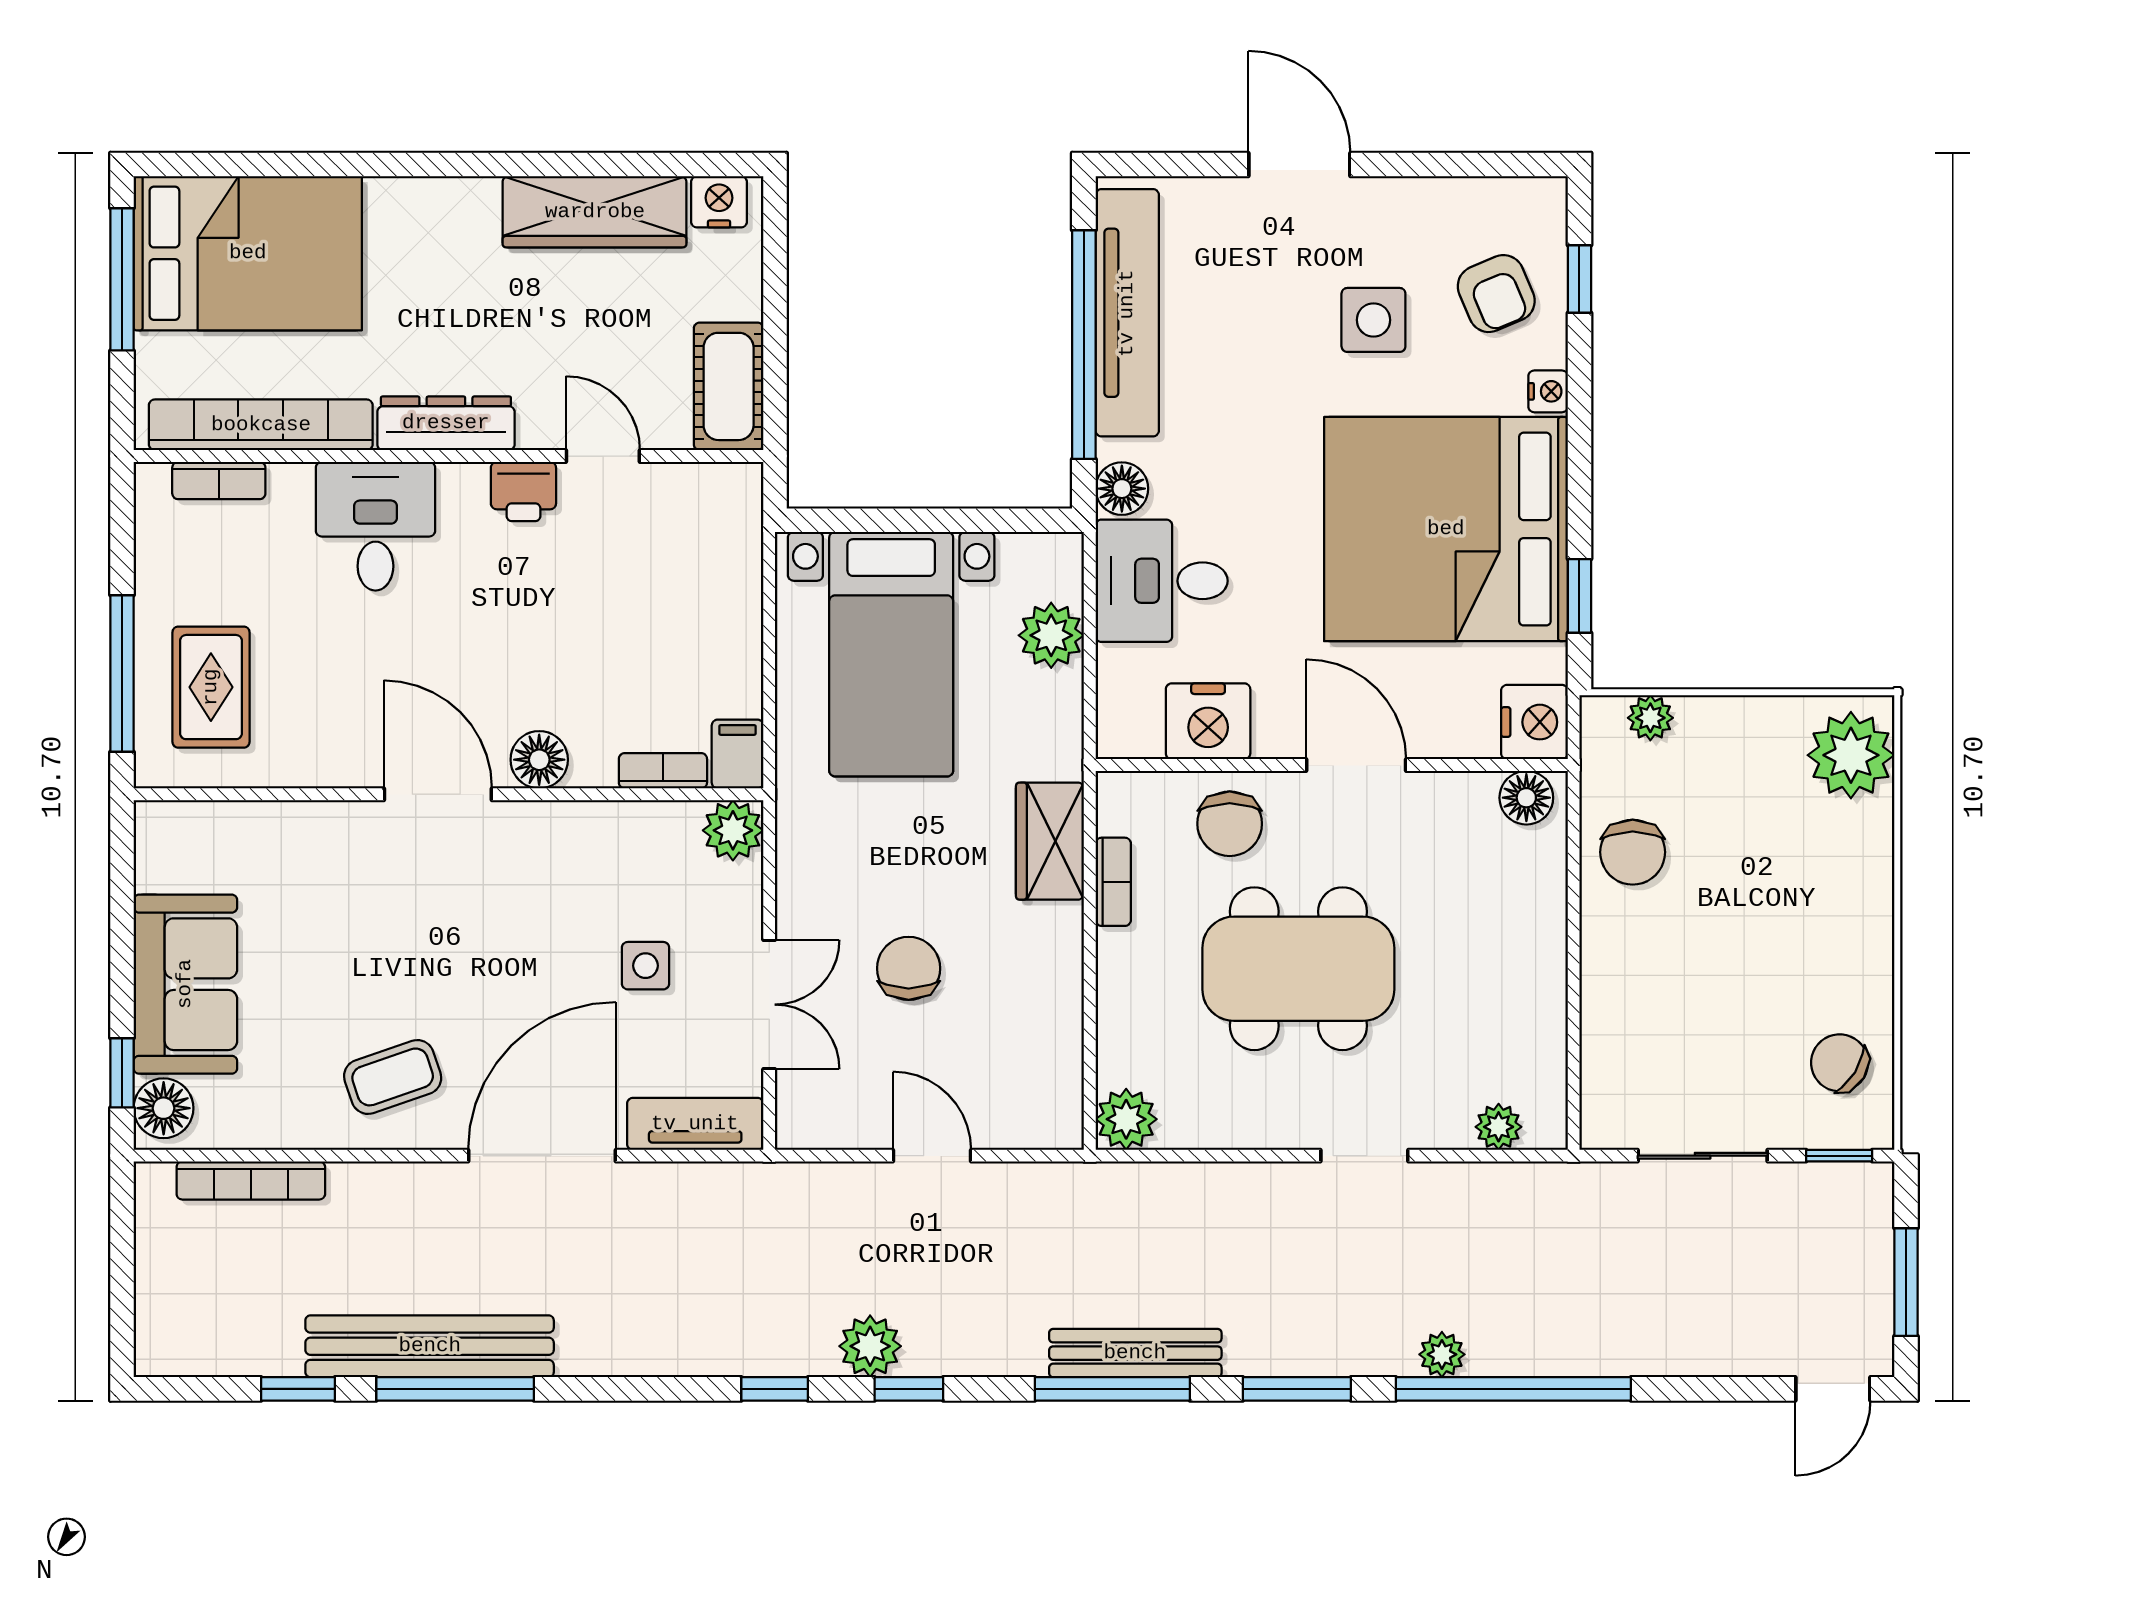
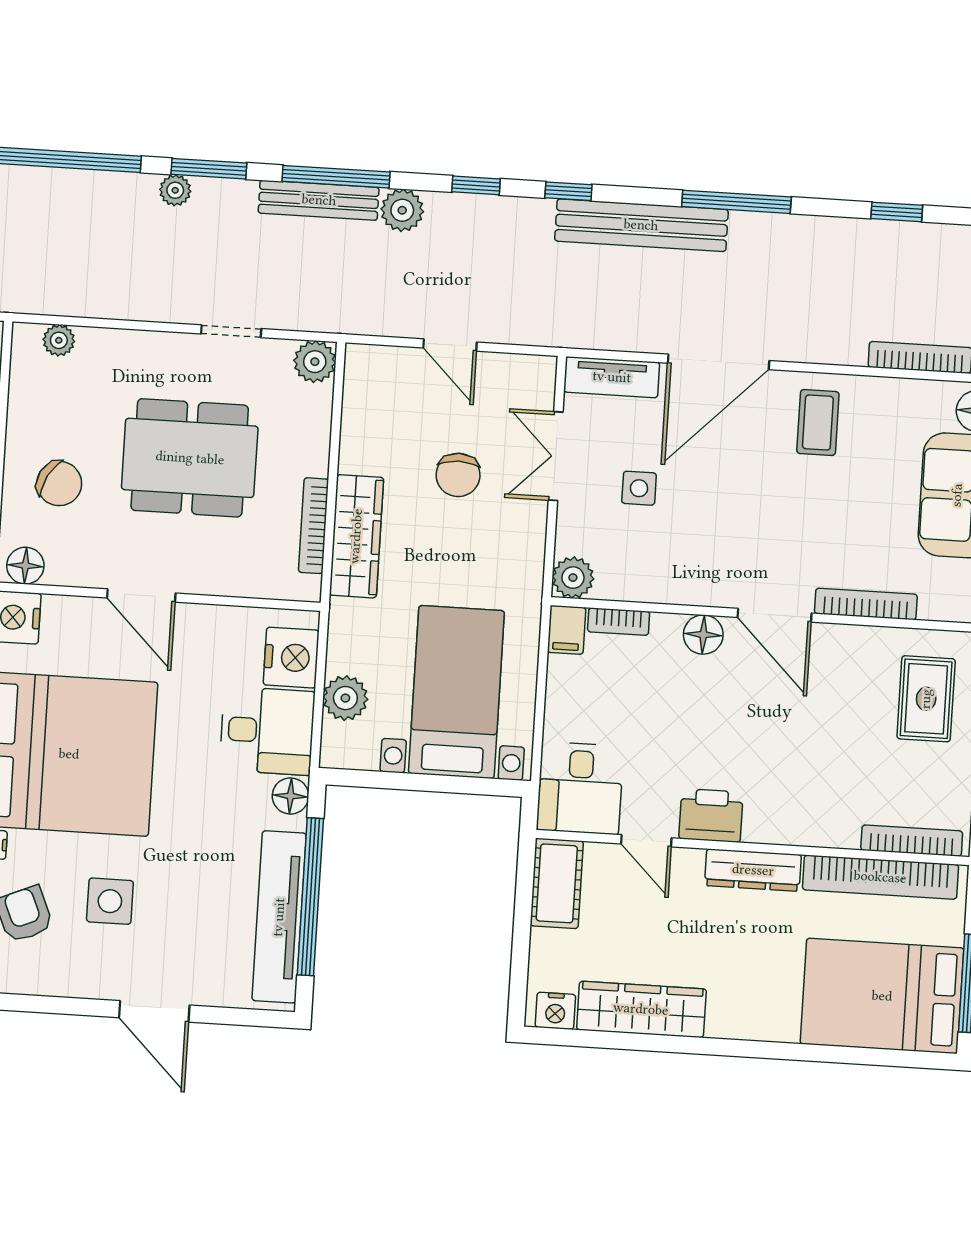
bookcase: (219, 481) -> (912, 841), width x1.56
printer: (523, 492) -> (711, 815), width x1.36, depth x1.24
desk: (375, 526) -> (580, 788), moved
nightstand: (1208, 721) -> (291, 658), moved, turned 90
bookcase: (307, 819) -> (866, 604), added
chair: (1230, 824) -> (59, 483), moved, turned 119
wardrobe: (1050, 841) -> (356, 536), width x1.50
bookcase: (1113, 882) -> (313, 526), width x1.56
coffee table: (393, 1077) -> (818, 423), turned -71
doorway: (1364, 1156) -> (231, 331), moved
bench: (430, 1346) -> (641, 225), moved
plant: (870, 1346) -> (402, 210), moved
plant: (1442, 1354) -> (175, 190), moved
window: (455, 1389) -> (736, 202), moved

